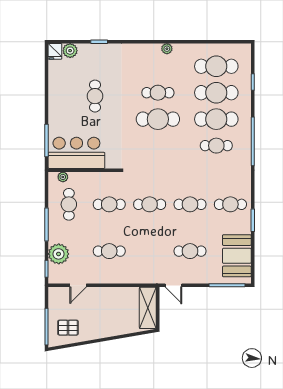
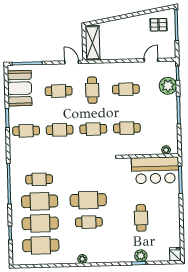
plant: (70, 51) -> (141, 256), moved
cafe table: (69, 204) -> (92, 90), moved

